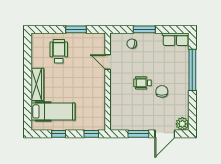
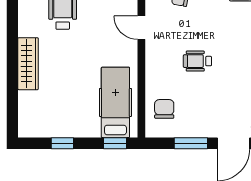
chair: (162, 91) -> (164, 109), moved
hospital bed: (53, 111) -> (115, 102), moved, turned -90

